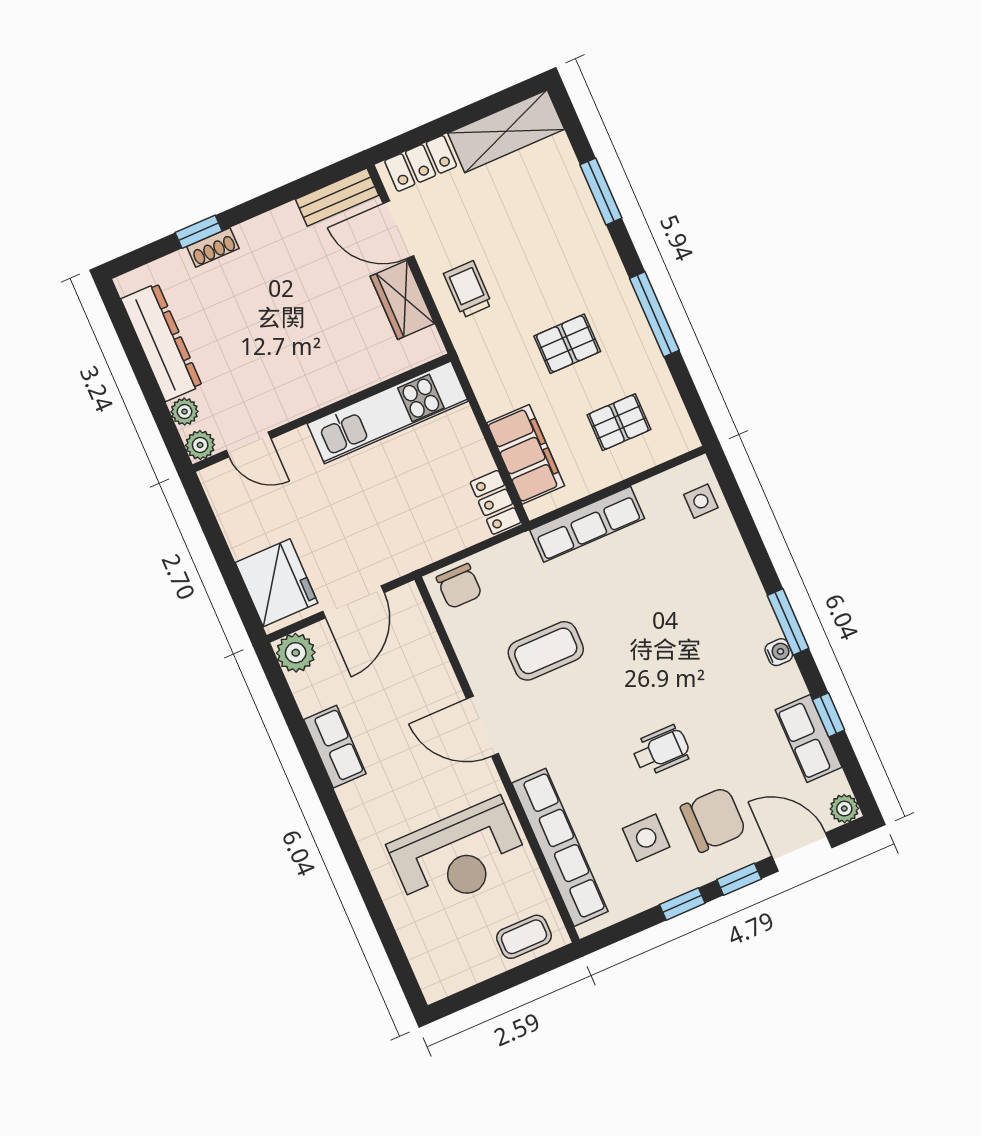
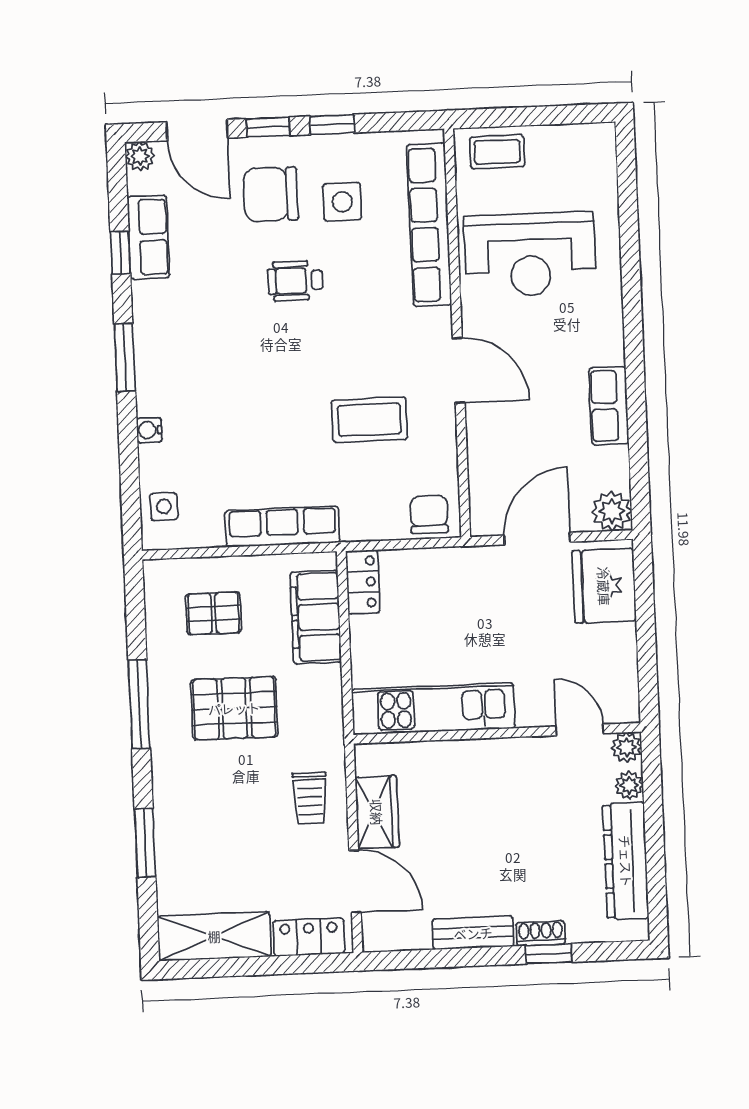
bench: (337, 197) -> (473, 933), moved
pallet: (567, 344) -> (234, 708), width x1.50, depth x1.42
water cooler: (779, 652) -> (149, 430), moved
reception desk: (459, 856) -> (530, 255), turned 180

